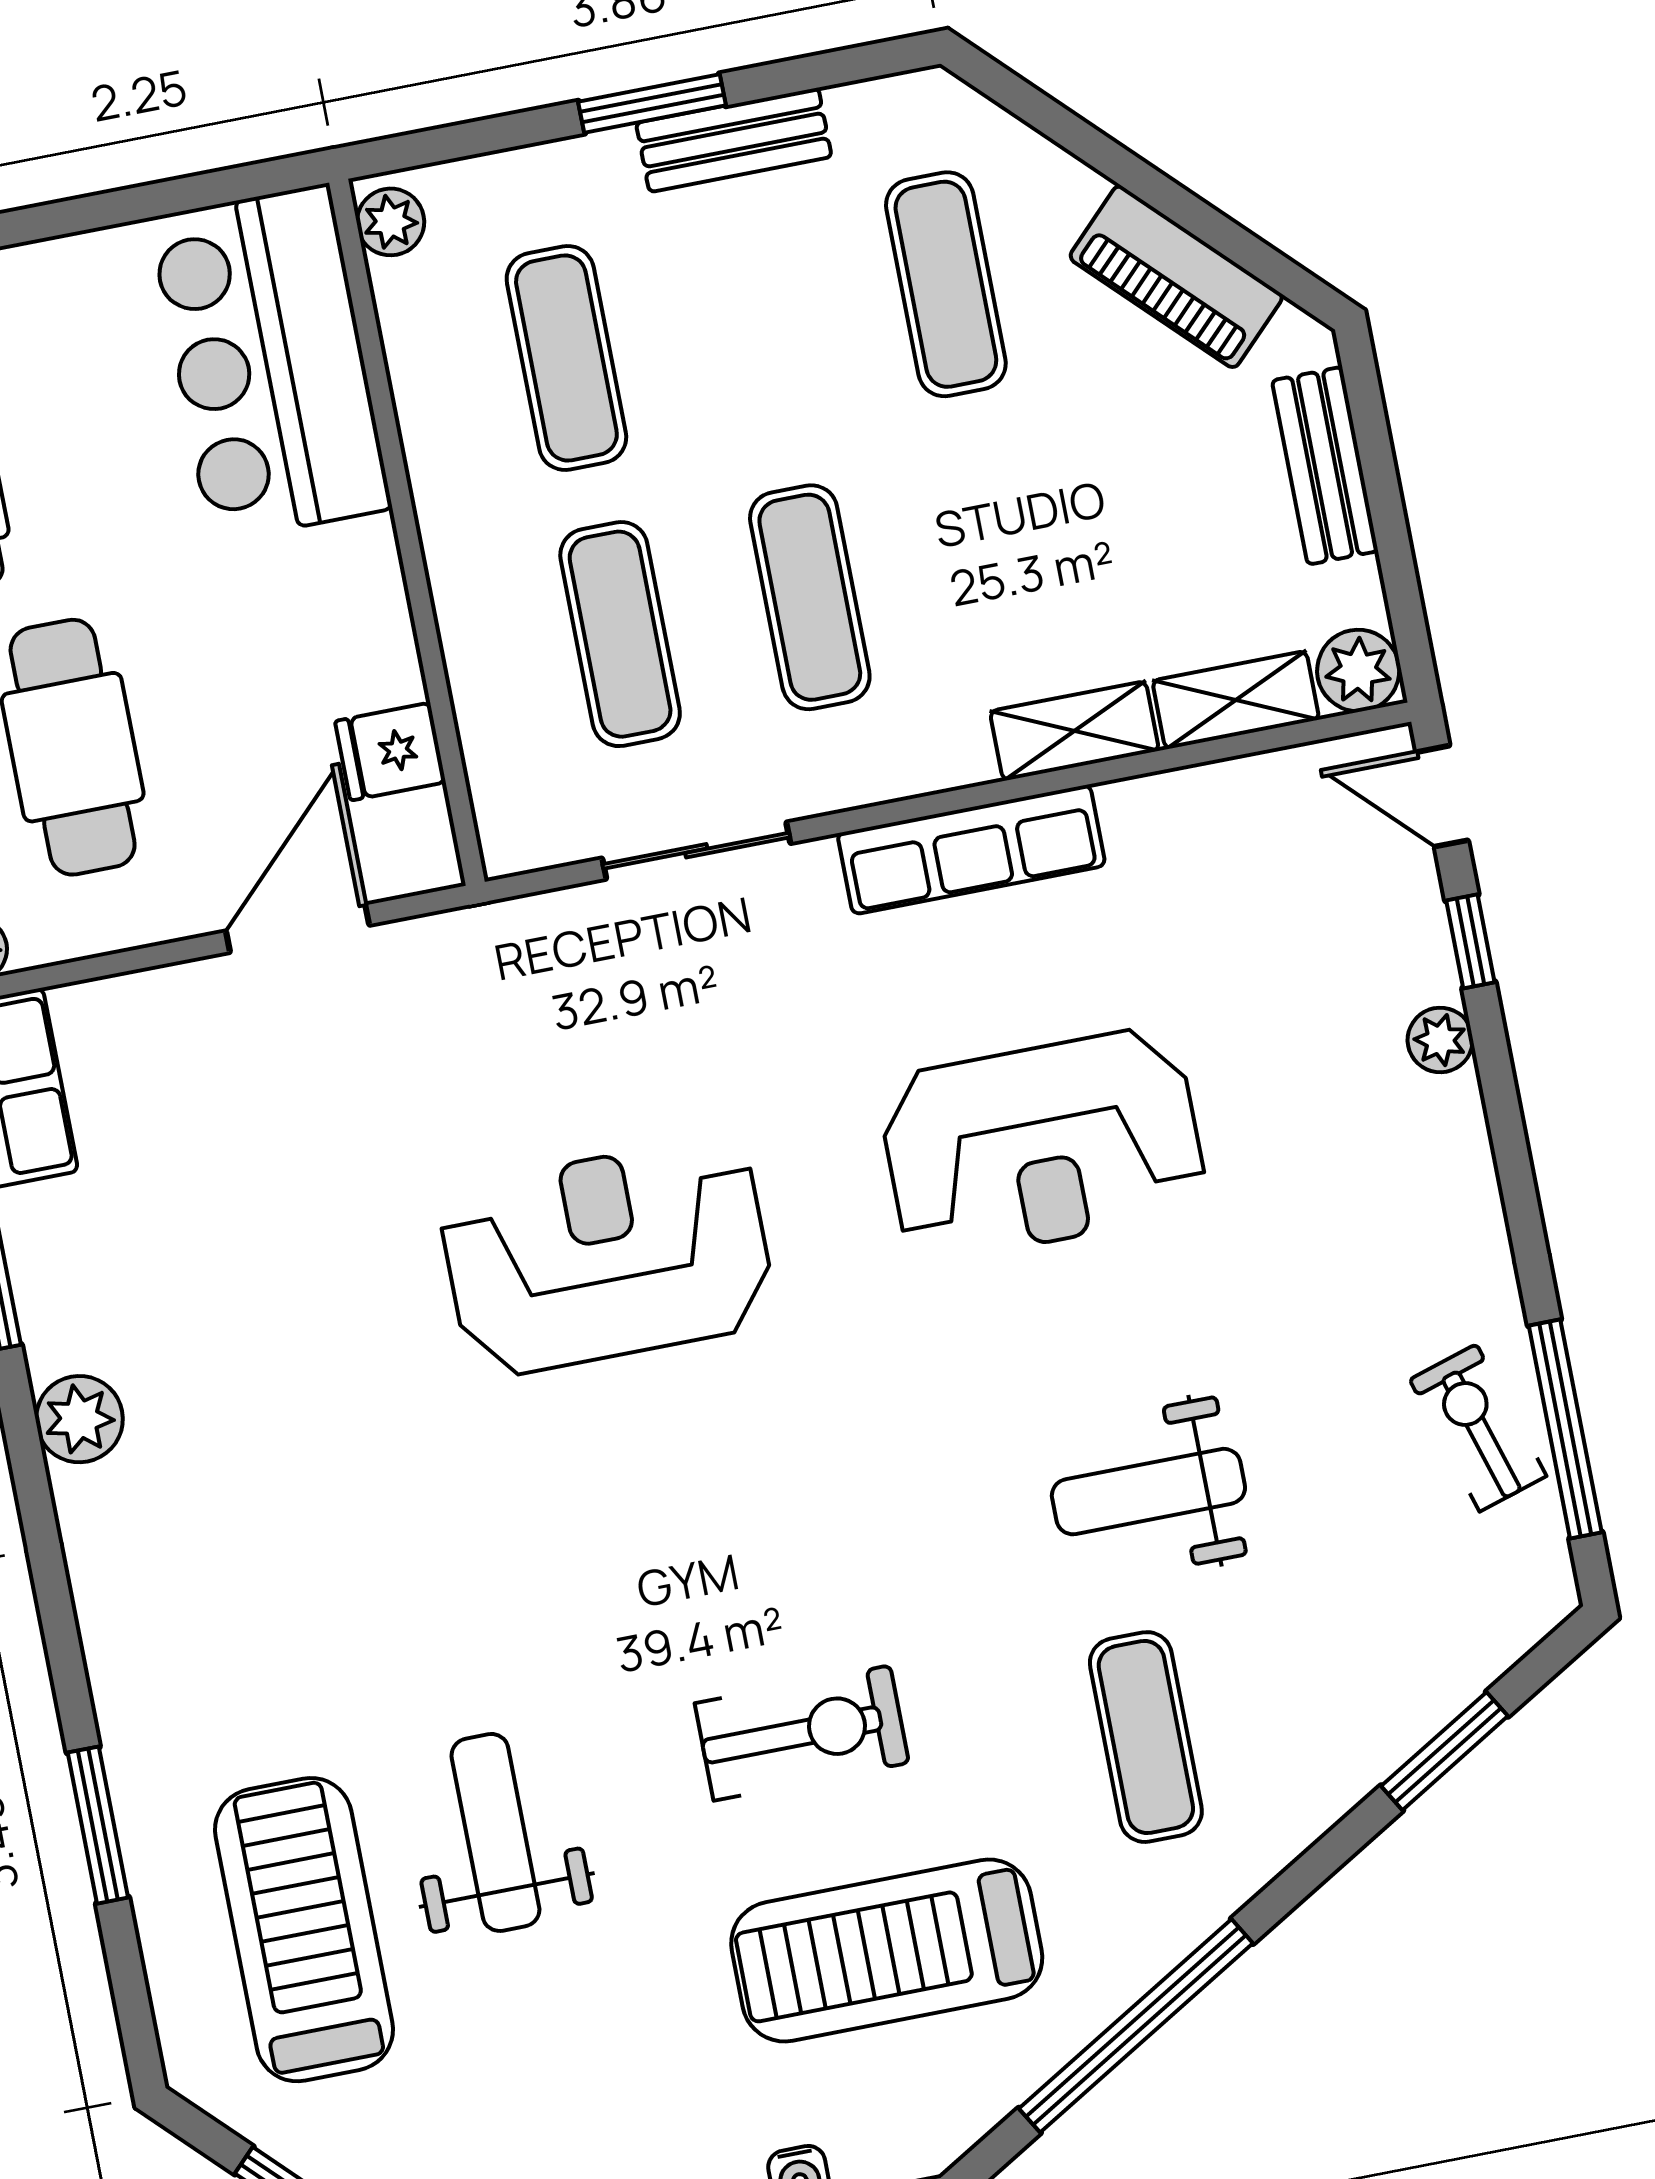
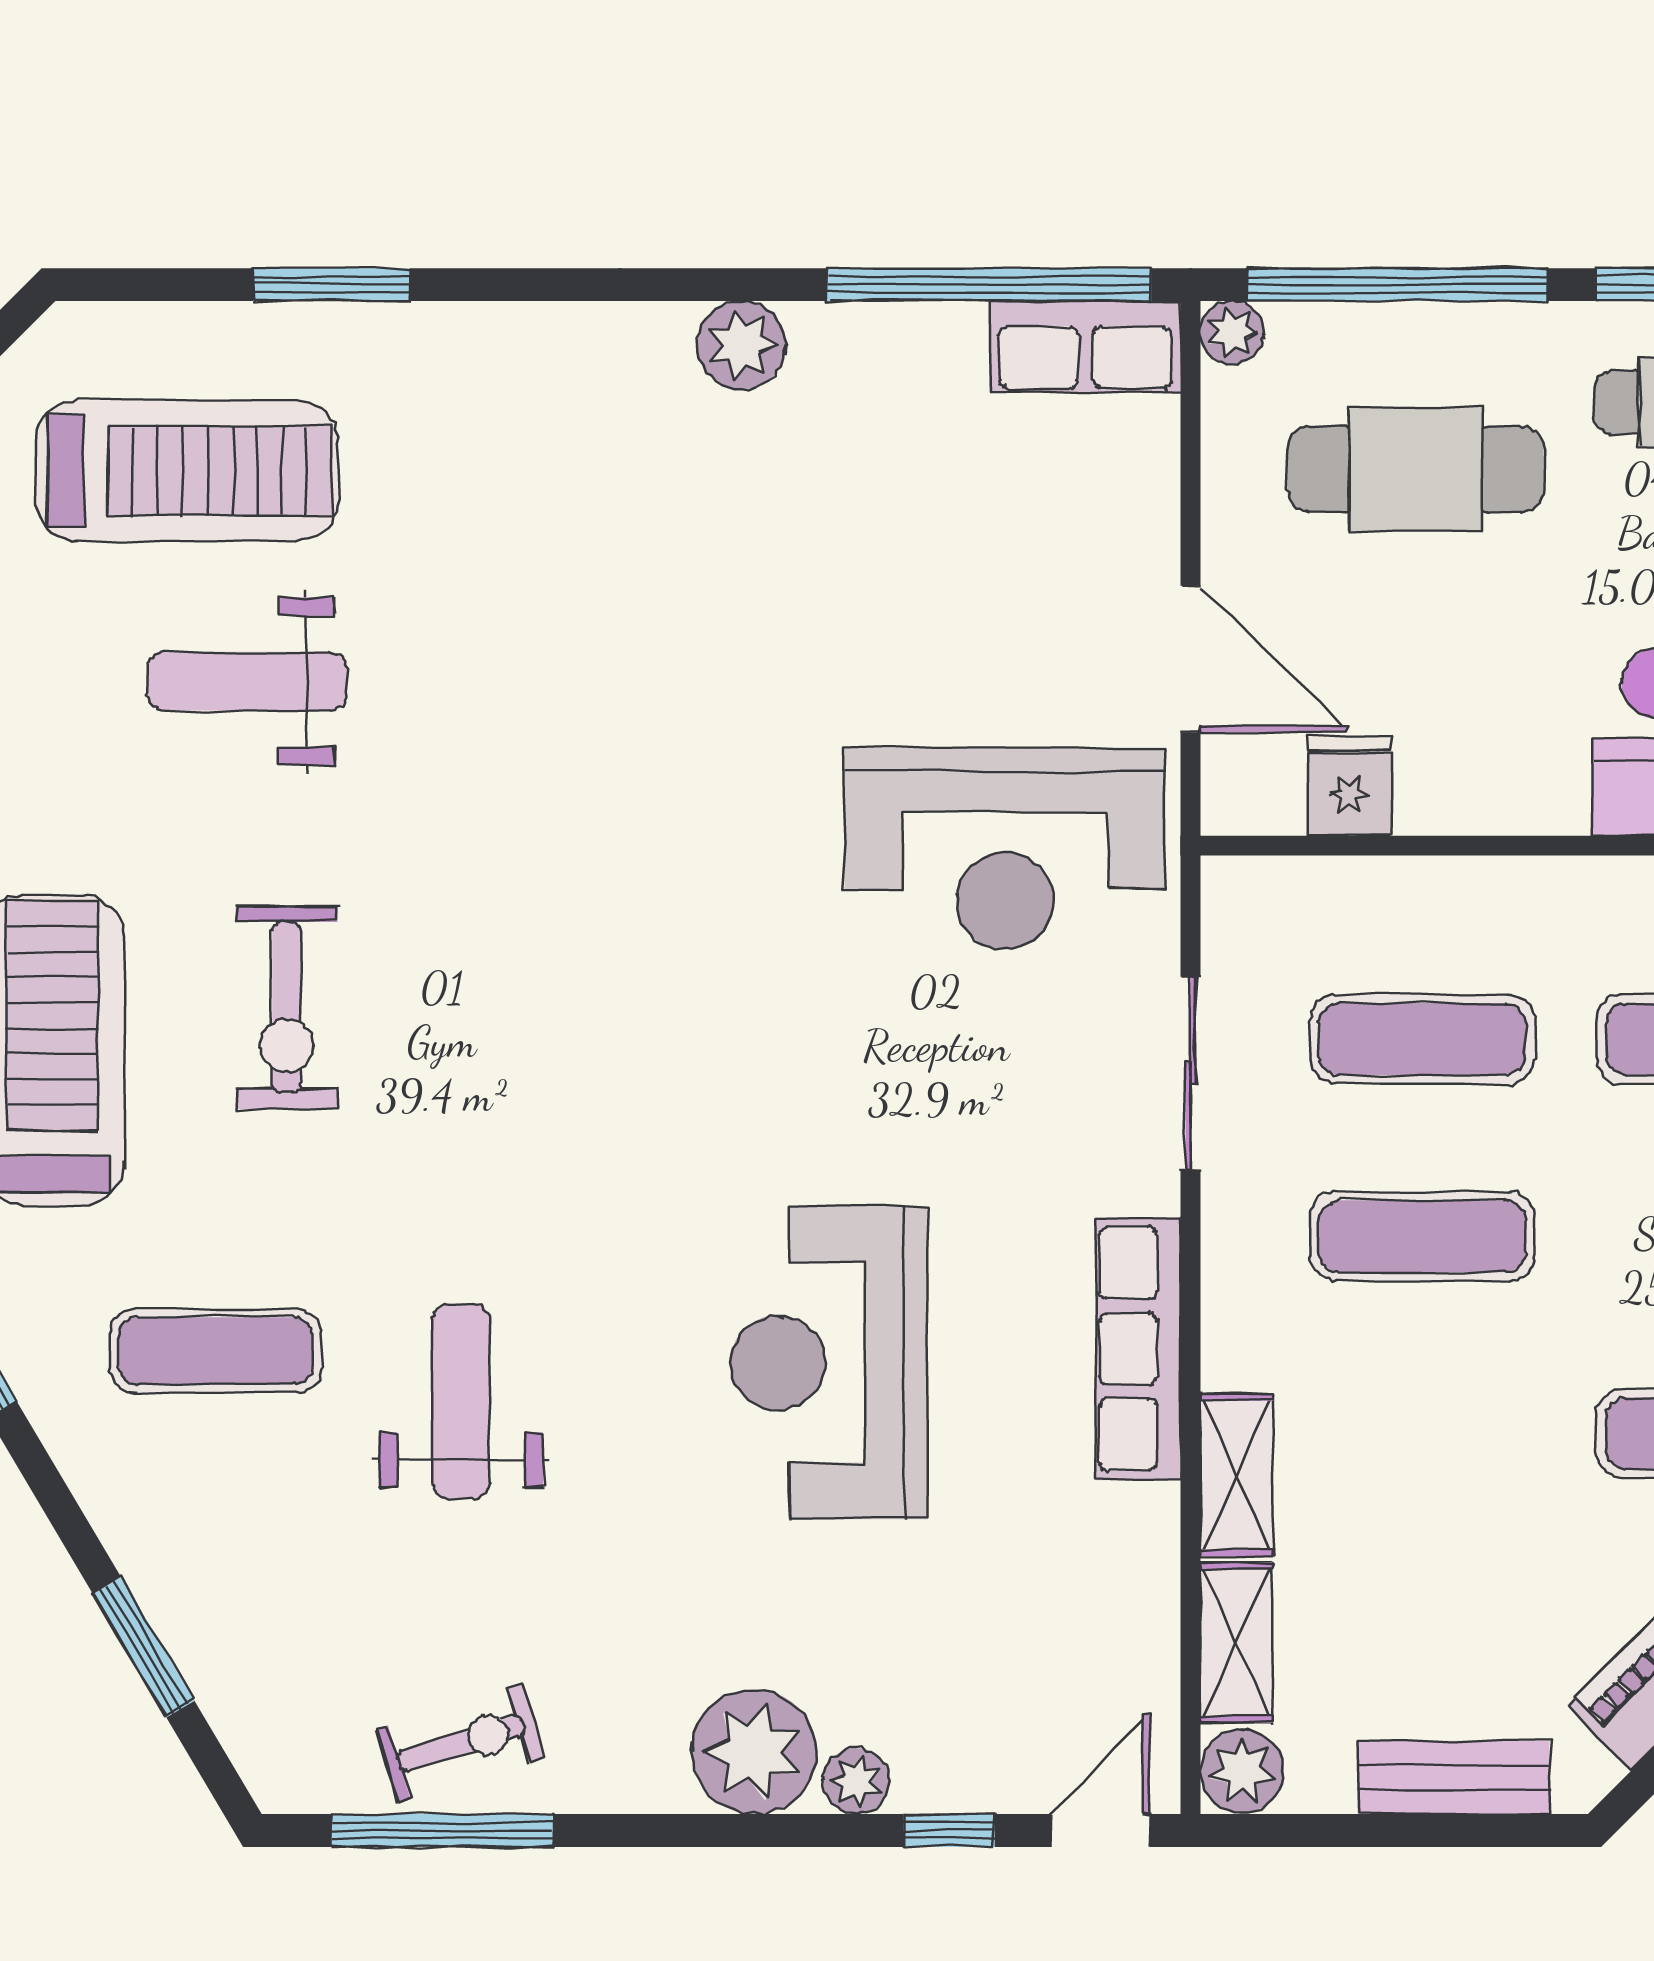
plant: (1431, 1144) -> (754, 1752), added
reception desk: (607, 1257) -> (1005, 848), moved, turned 90
weight bench: (495, 1832) -> (247, 681), turned 180

